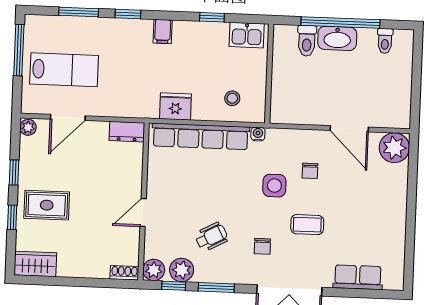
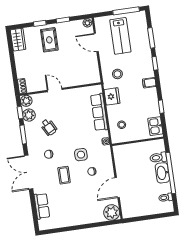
stool: (135, 88) -> (117, 74), added
dresser: (127, 132) -> (95, 74), removed
row of seats: (201, 136) -> (99, 112), width x0.73

